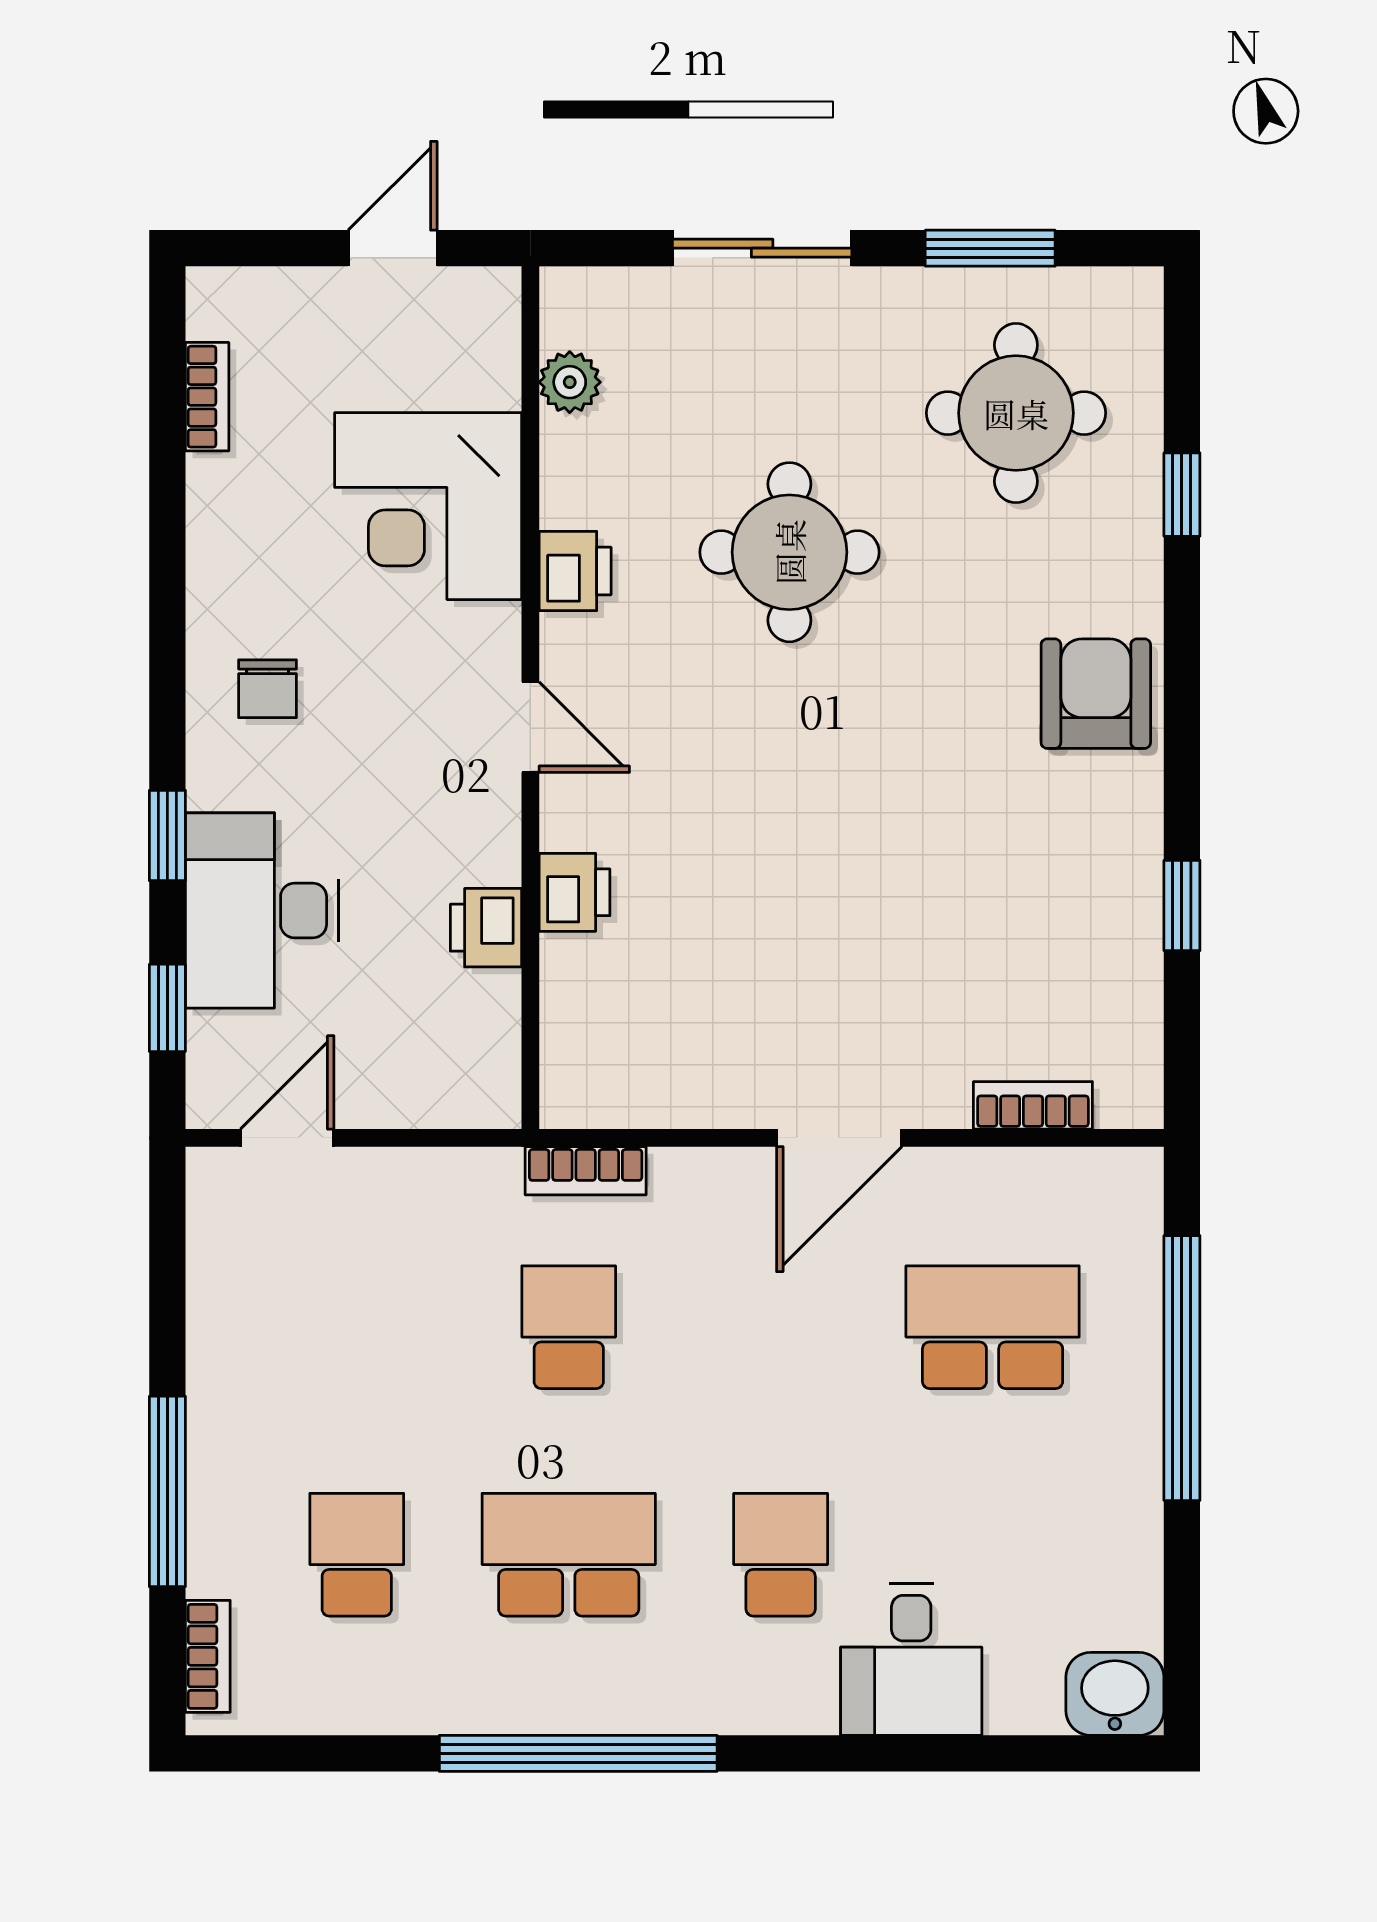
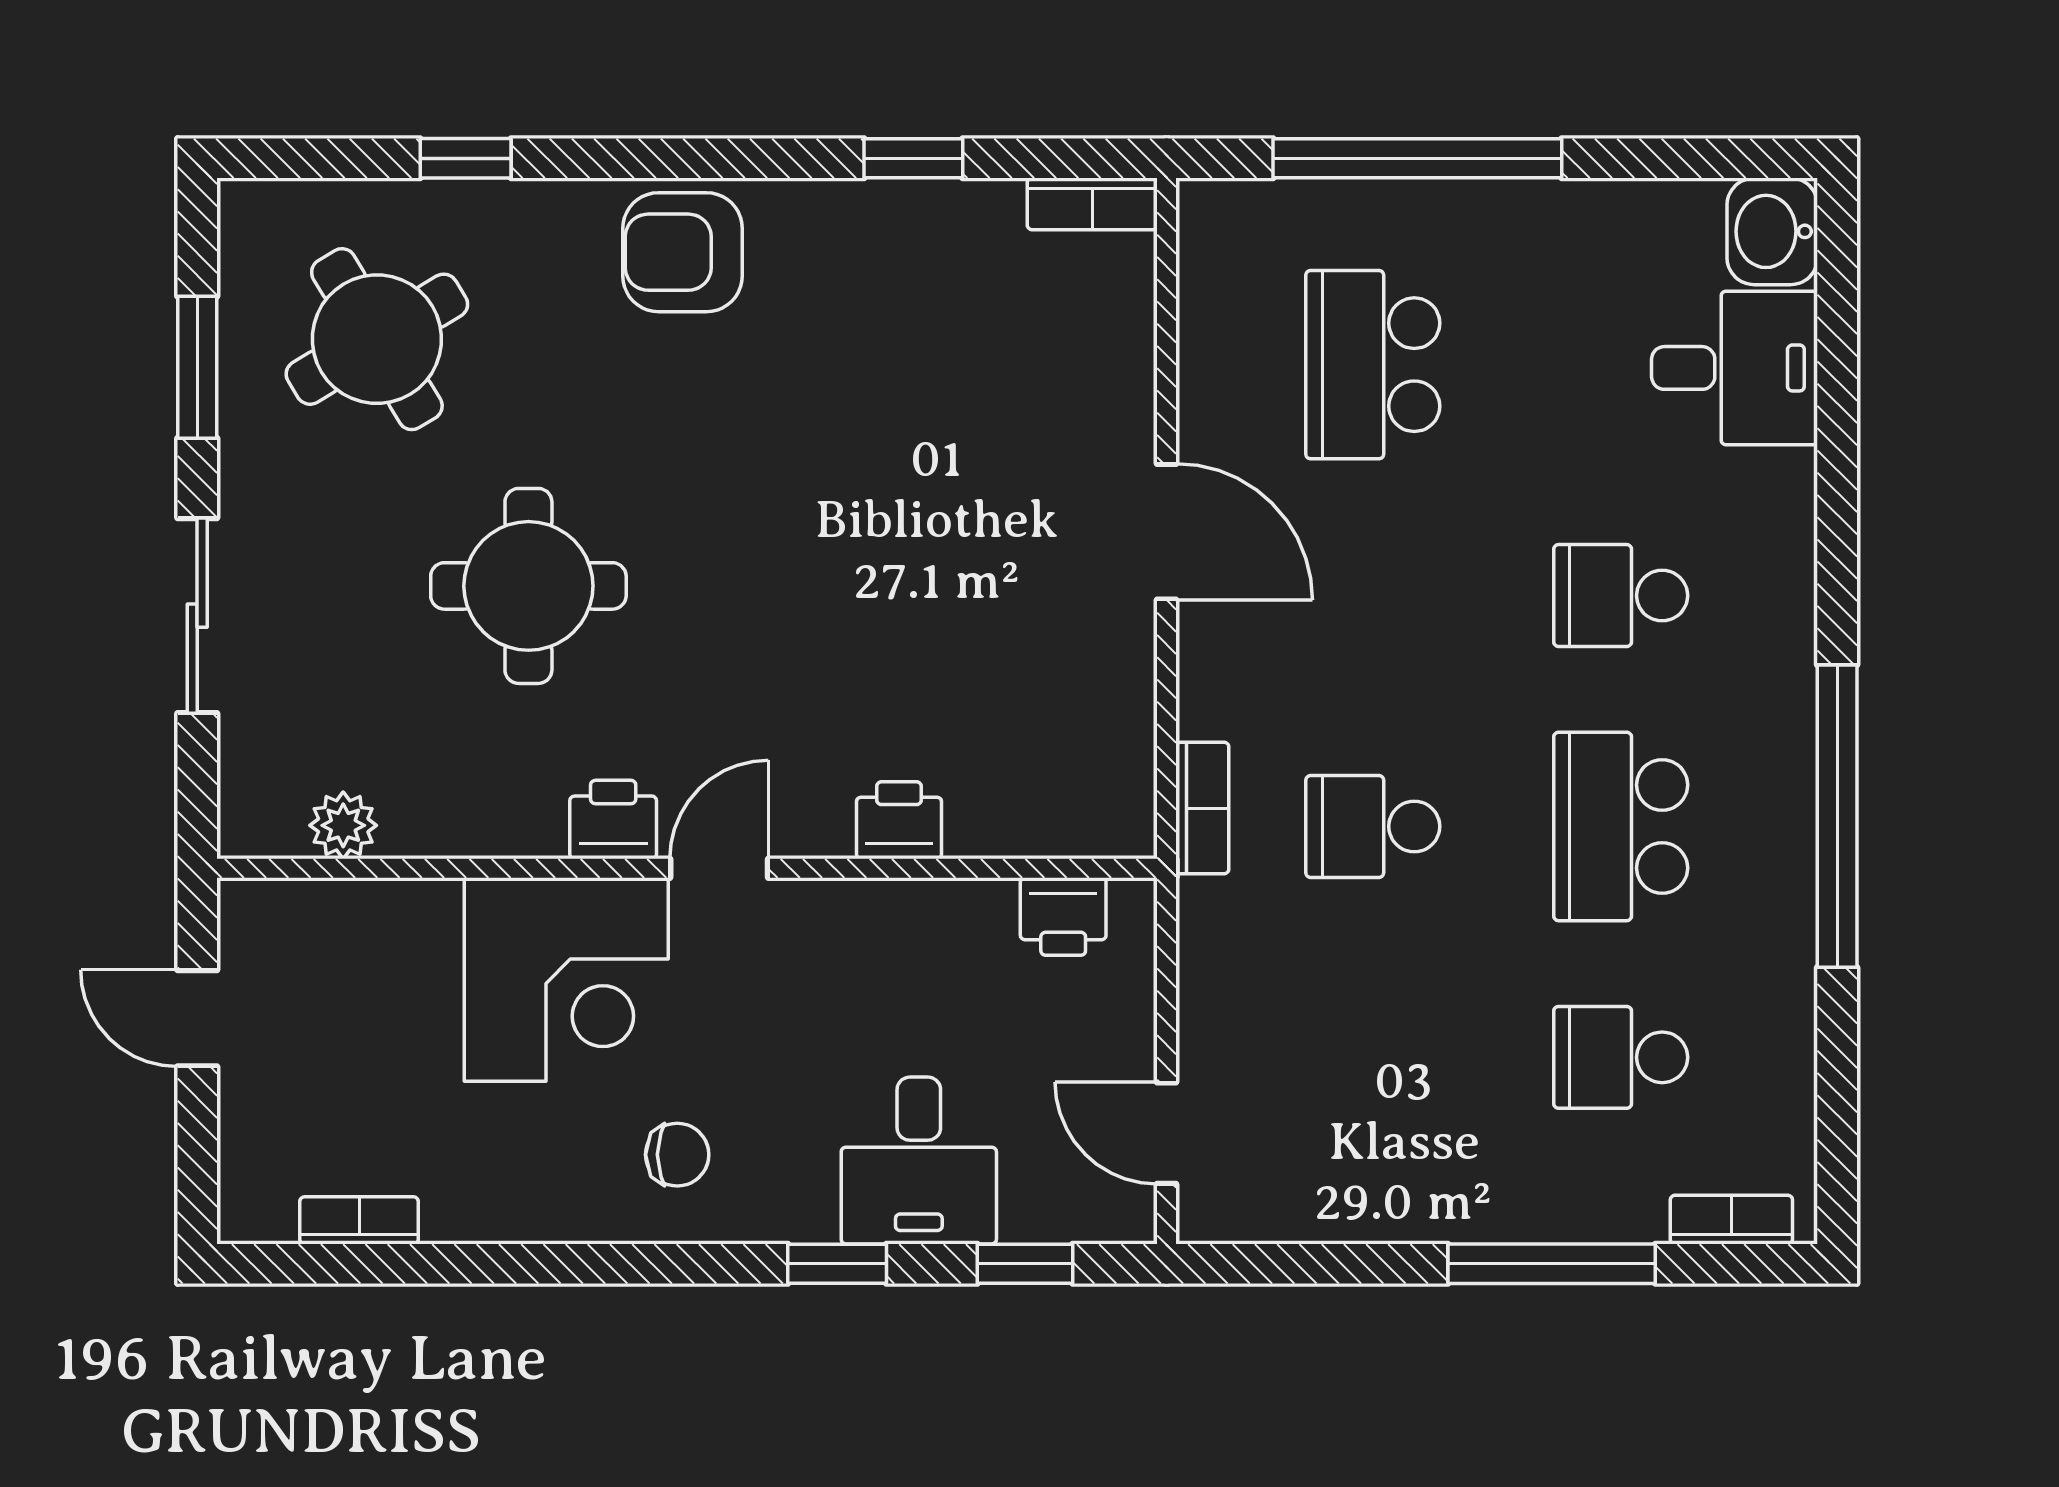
round table: (1016, 413) -> (377, 339), turned -31
corner desk: (428, 506) -> (566, 980), moved
printer: (575, 571) -> (613, 820), moved
desk: (262, 910) -> (919, 1160), width x0.73
printer: (486, 928) -> (1063, 917), moved
bookcase: (1033, 1105) -> (1092, 204), moved, turned -90
desk: (911, 1659) -> (1735, 368), moved

